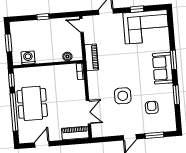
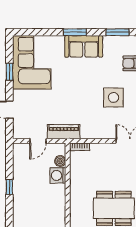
door: (81, 25) -> (38, 141), moved
washing machine: (28, 58) -> (58, 175), moved

